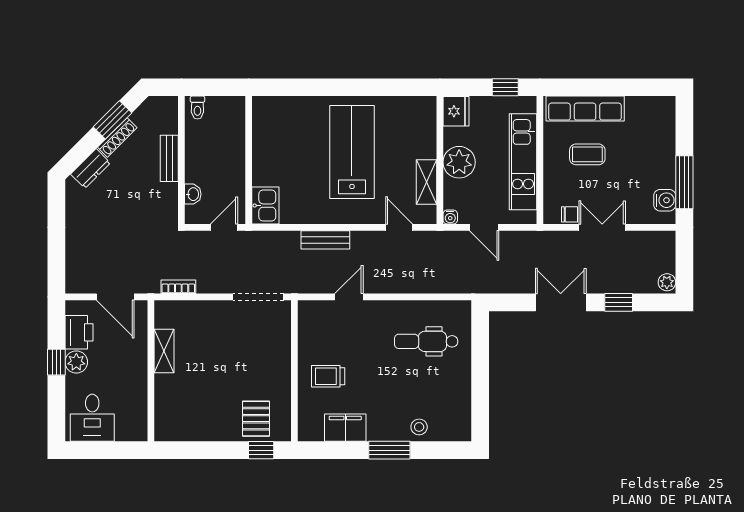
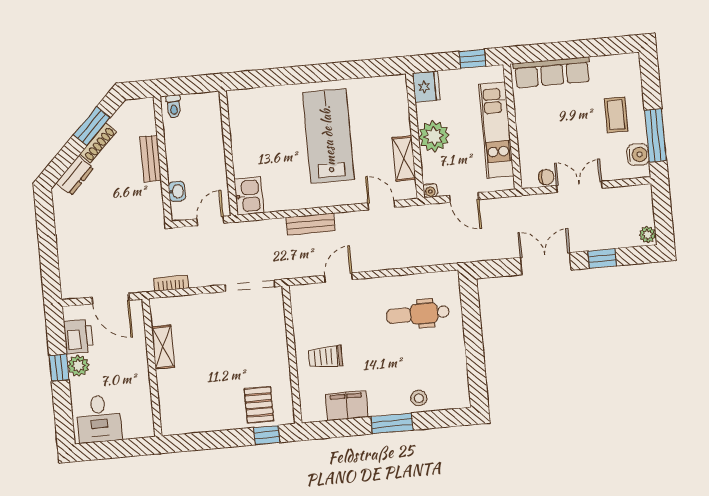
coffee table: (587, 154) -> (616, 115), moved, turned 90

